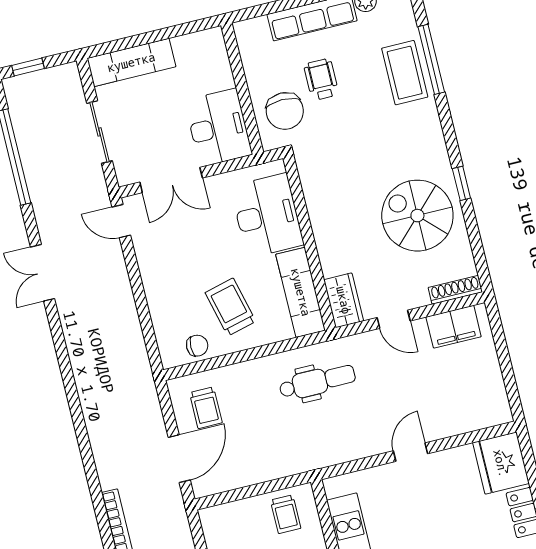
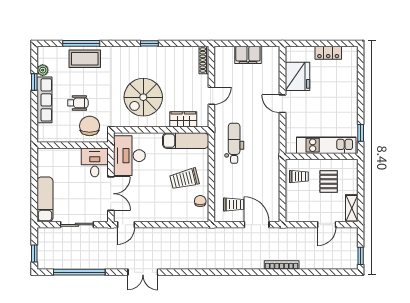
wheelchair: (321, 79) -> (78, 103), turned 180
chair: (285, 111) -> (90, 126), turned -90
desk: (218, 128) -> (95, 162), width x0.73
desk: (267, 216) -> (129, 156), moved, turned -90
spiral stairs: (417, 216) -> (143, 97), moved
wardrobe: (344, 300) -> (183, 119), moved
filing cabinet: (454, 327) -> (248, 55), moved, turned 90
fridge: (501, 463) -> (297, 76), moved, turned -90

